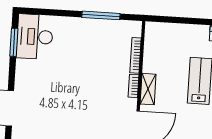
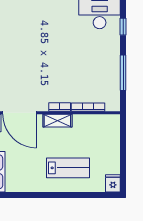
window: (51, 12) -> (123, 27), added

